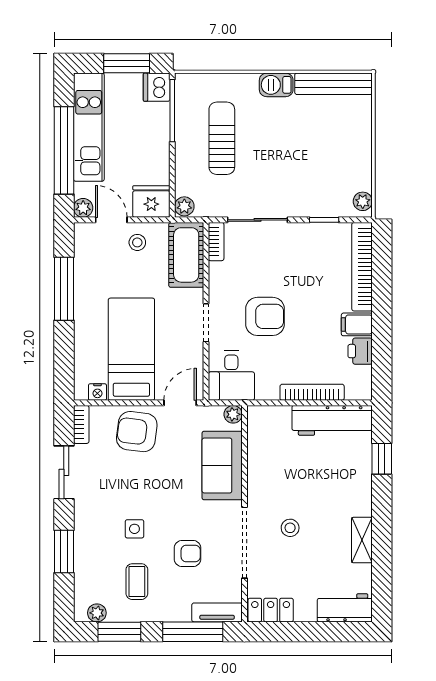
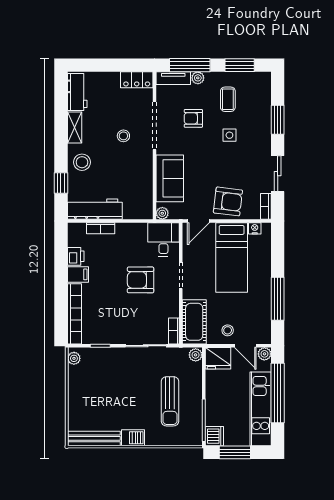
bookcase: (312, 392) -> (101, 228), width x0.64
stool: (351, 489) -> (82, 162), added
workbench: (345, 608) -> (77, 92), moved, turned -90
plant: (97, 613) -> (198, 78), moved

